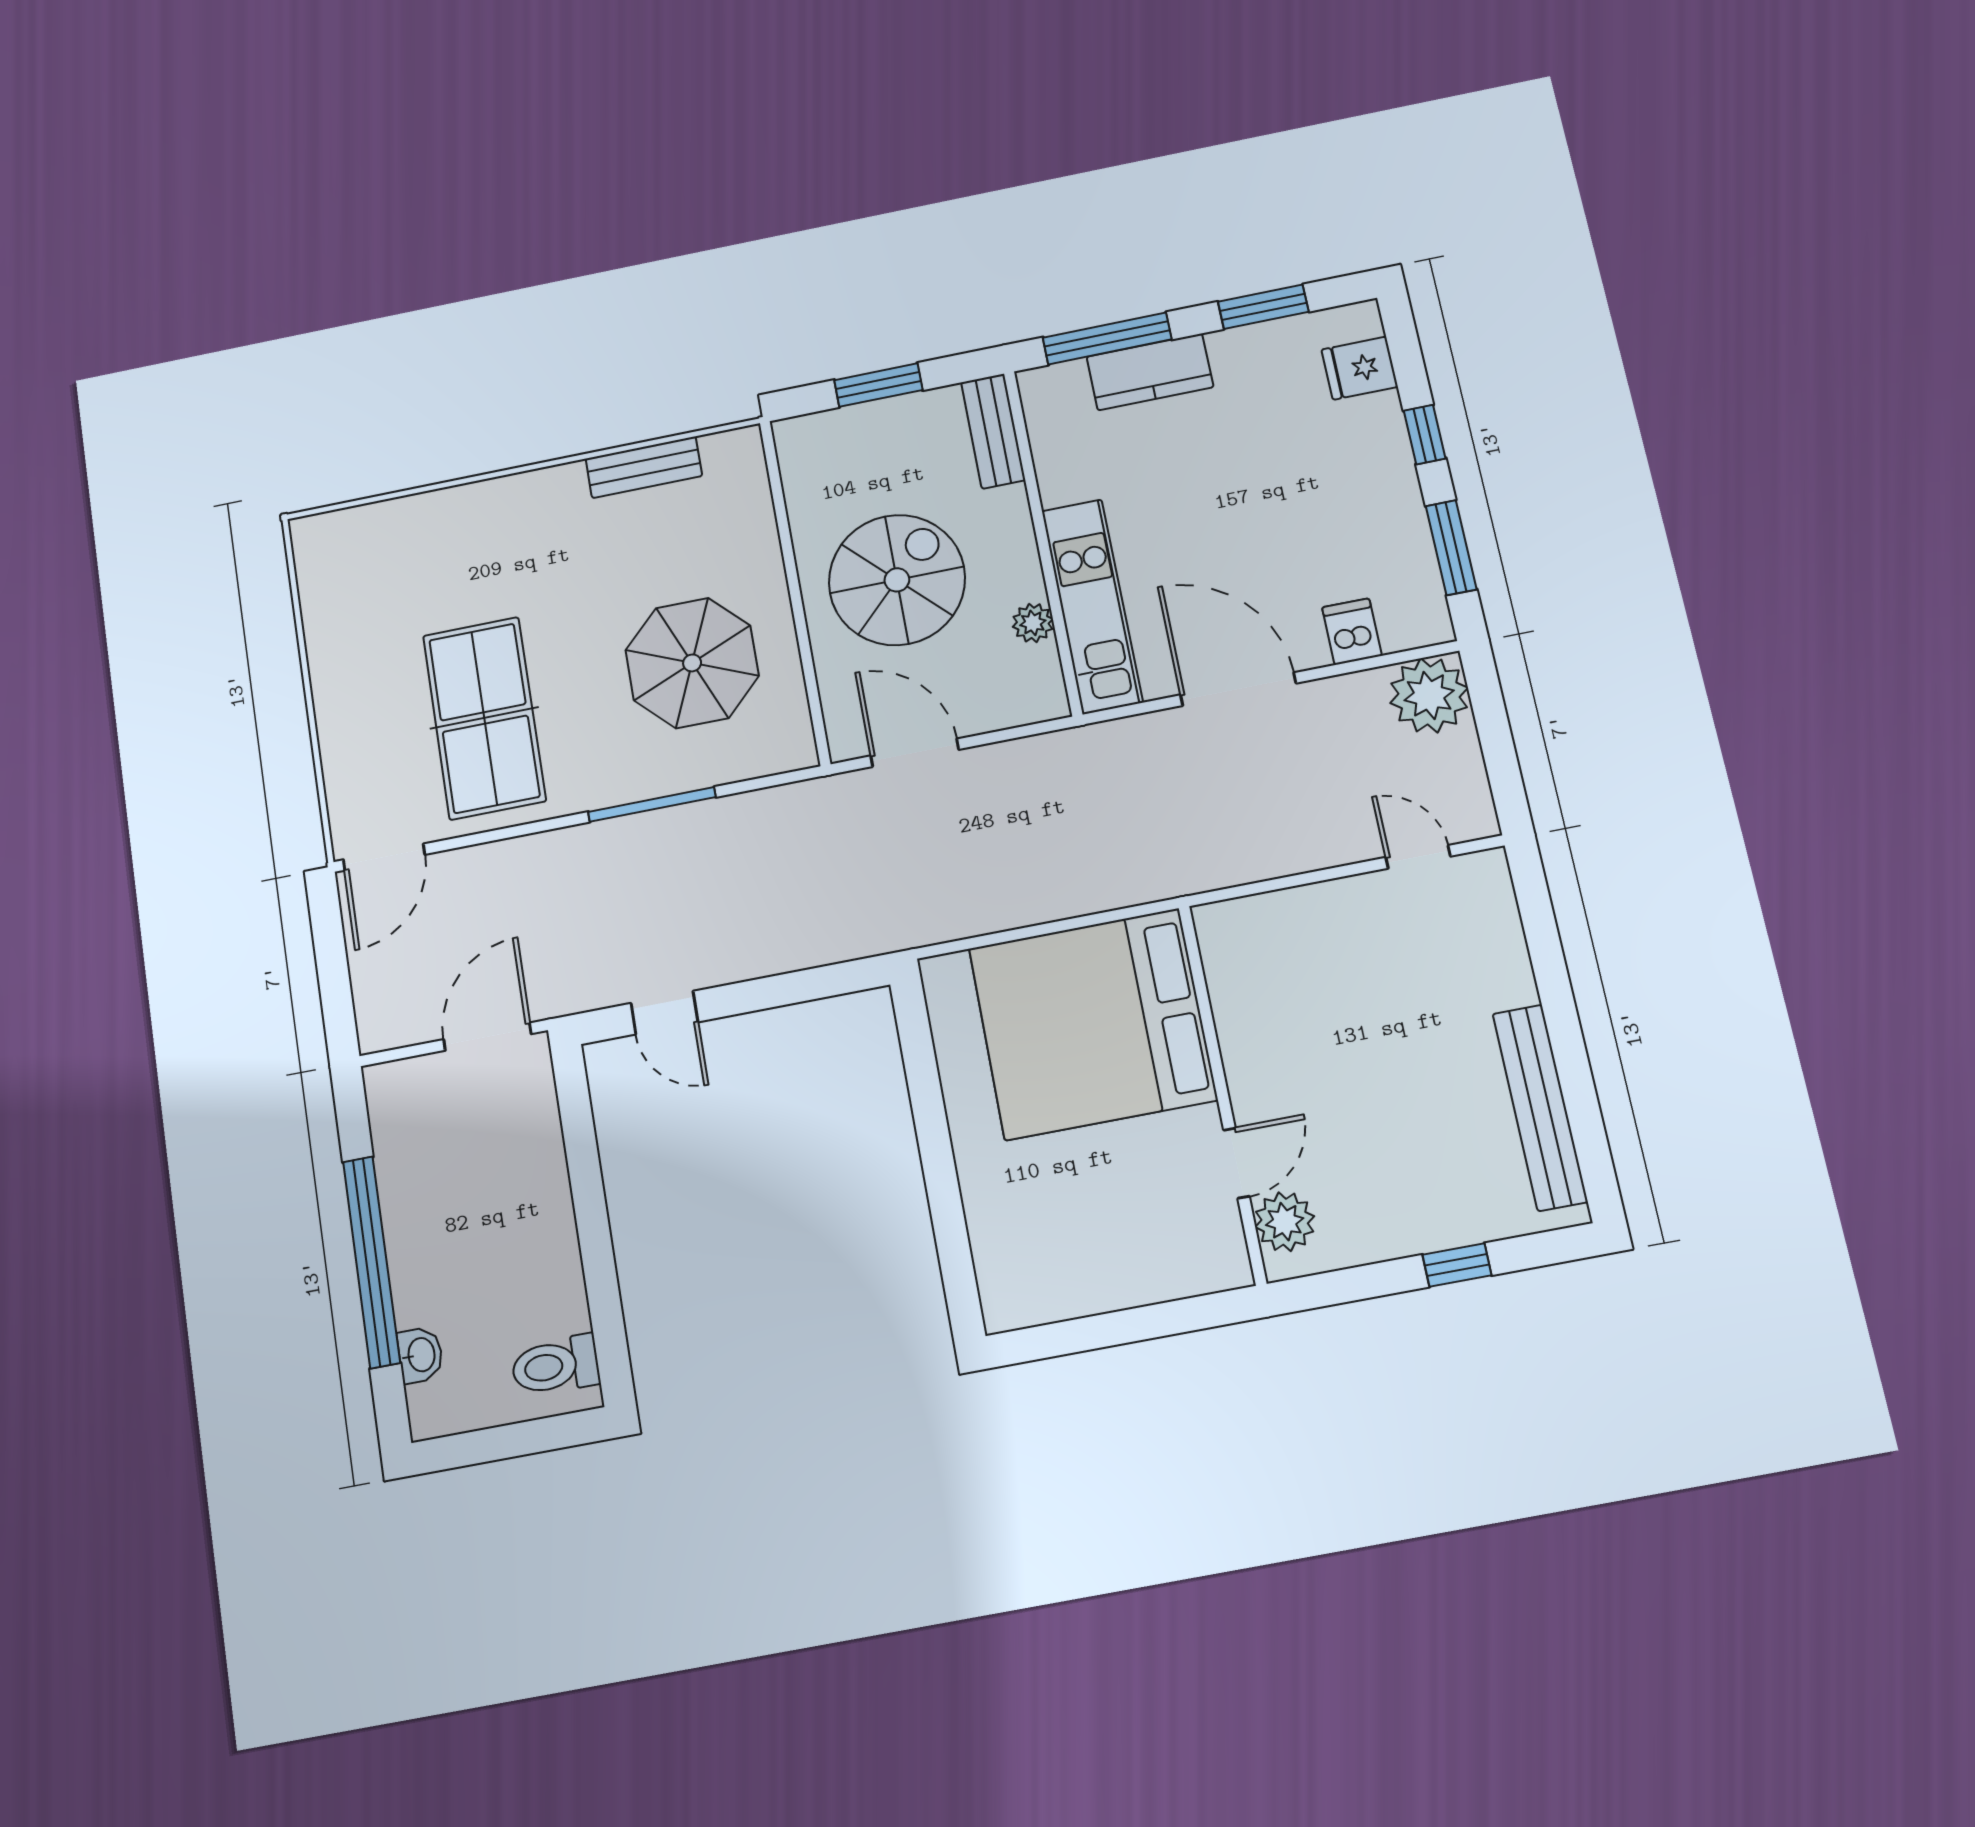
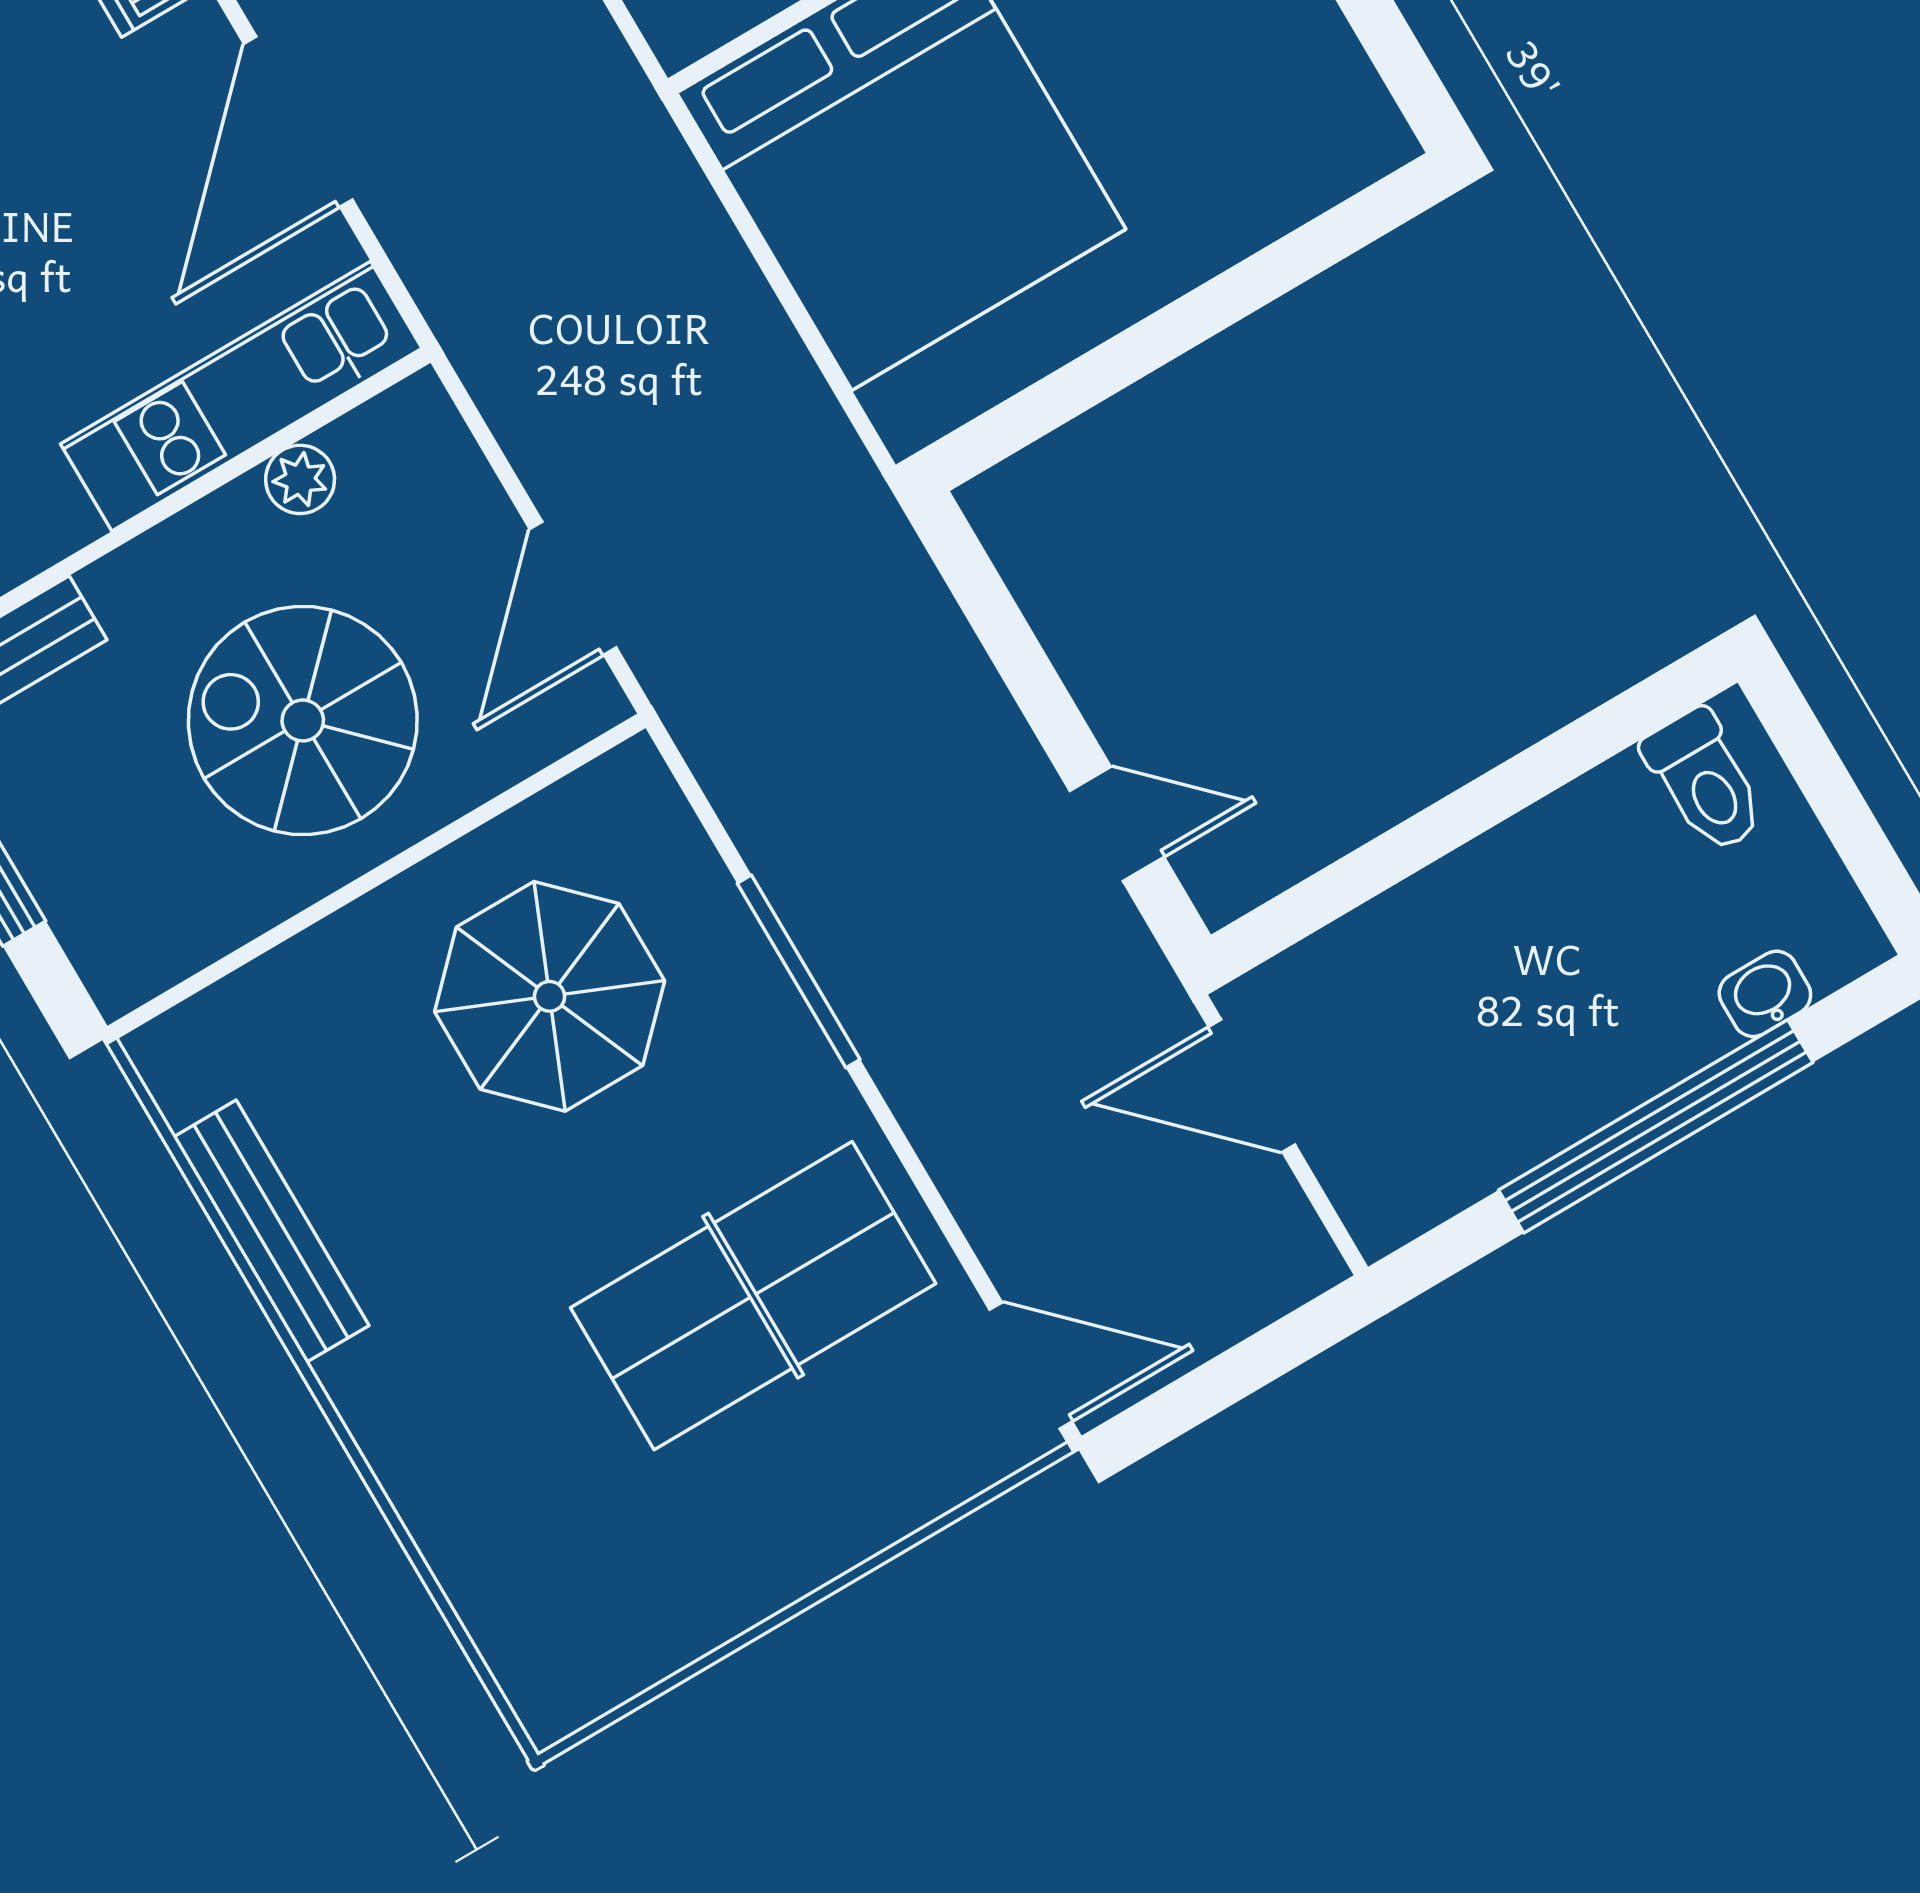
bench: (644, 467) -> (271, 1231), width x1.36
door: (664, 1013) -> (1117, 824), hinge flipped

